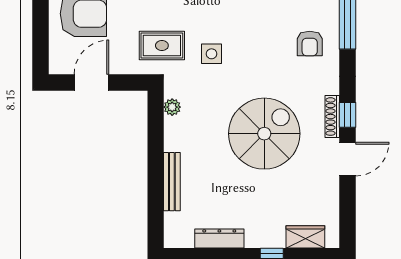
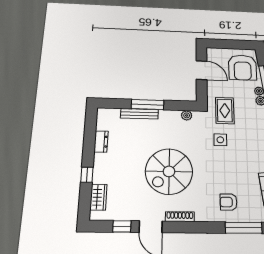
window: (347, 115) -> (122, 226), moved
spiral stairs: (264, 134) -> (169, 171), turned 90
window: (156, 169) -> (147, 104), added
dresser: (219, 238) -> (101, 142), width x0.70

